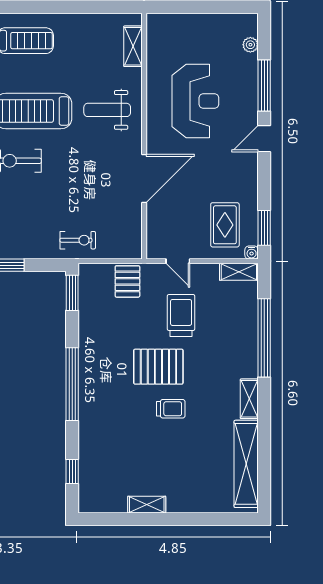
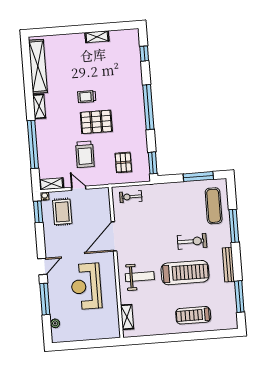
exercise bike: (78, 240) -> (131, 197), moved
door: (178, 261) -> (79, 188), moved
pallet: (127, 281) -> (123, 162), moved

